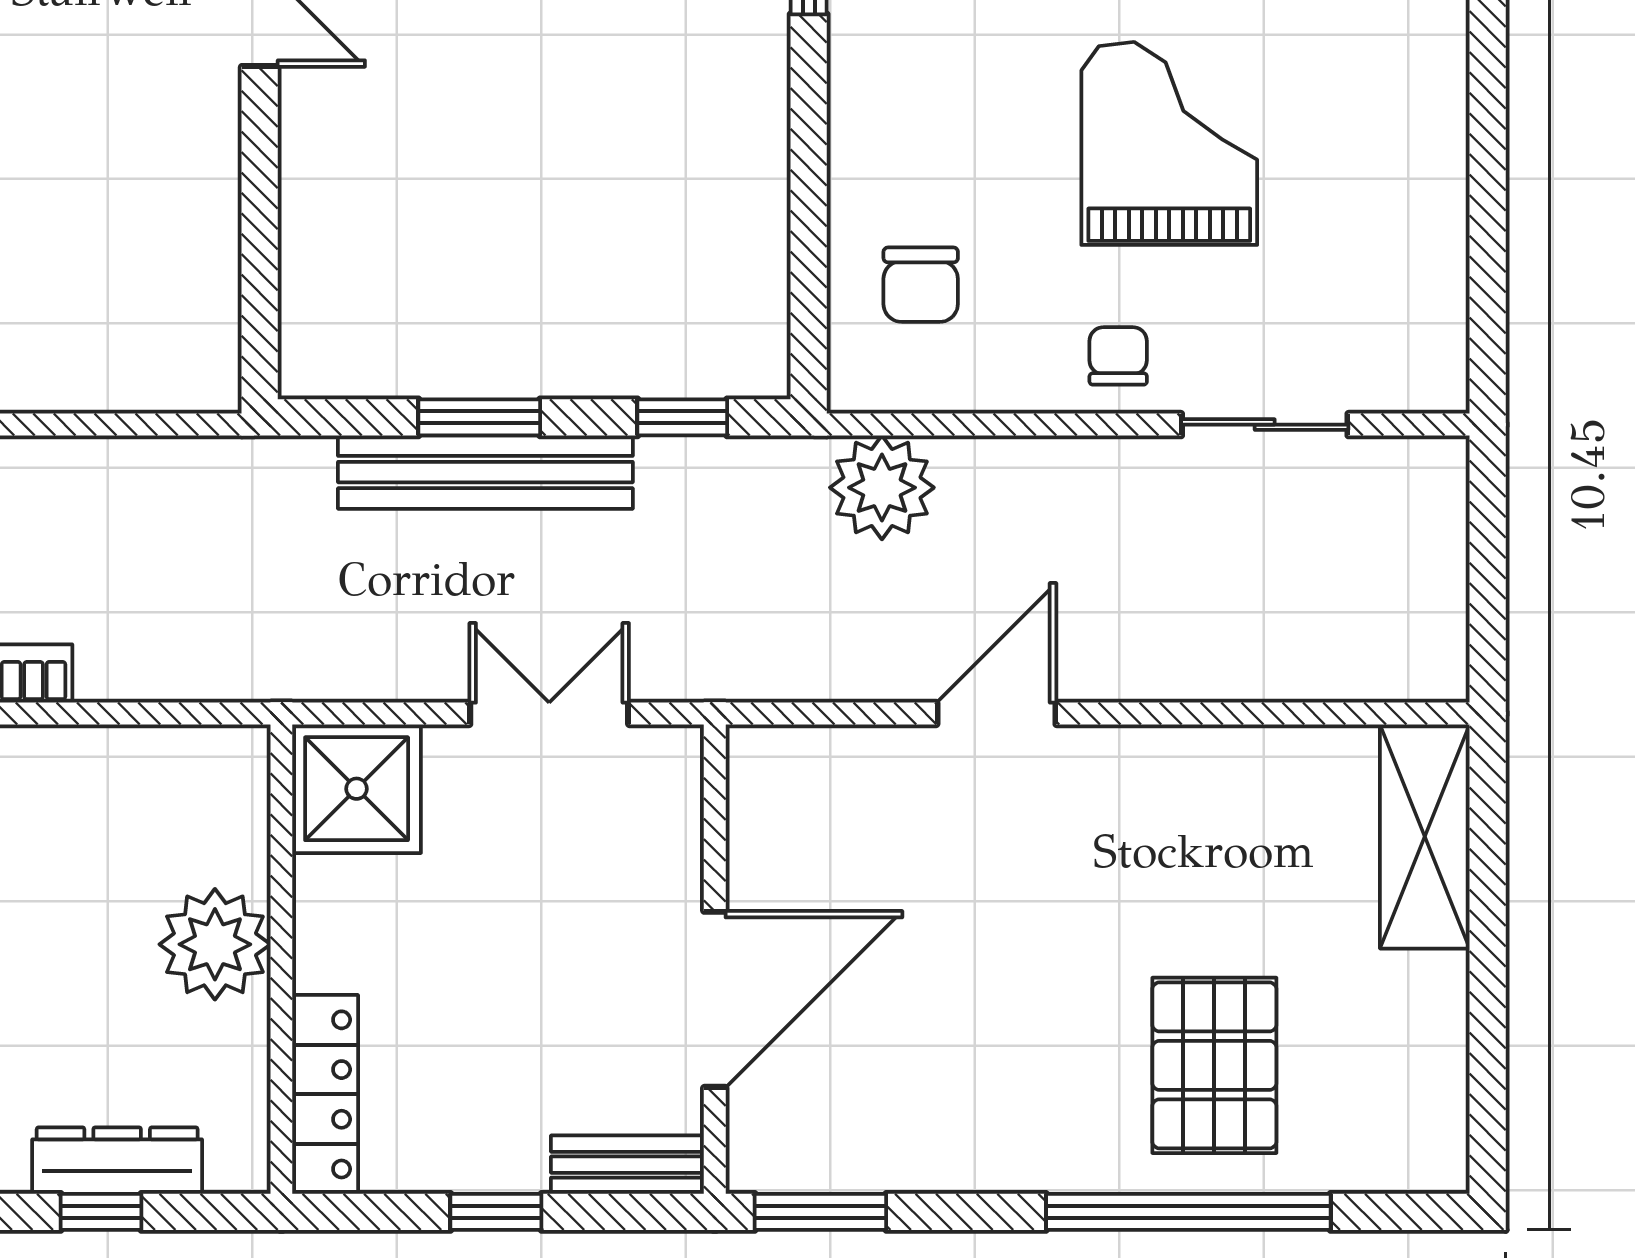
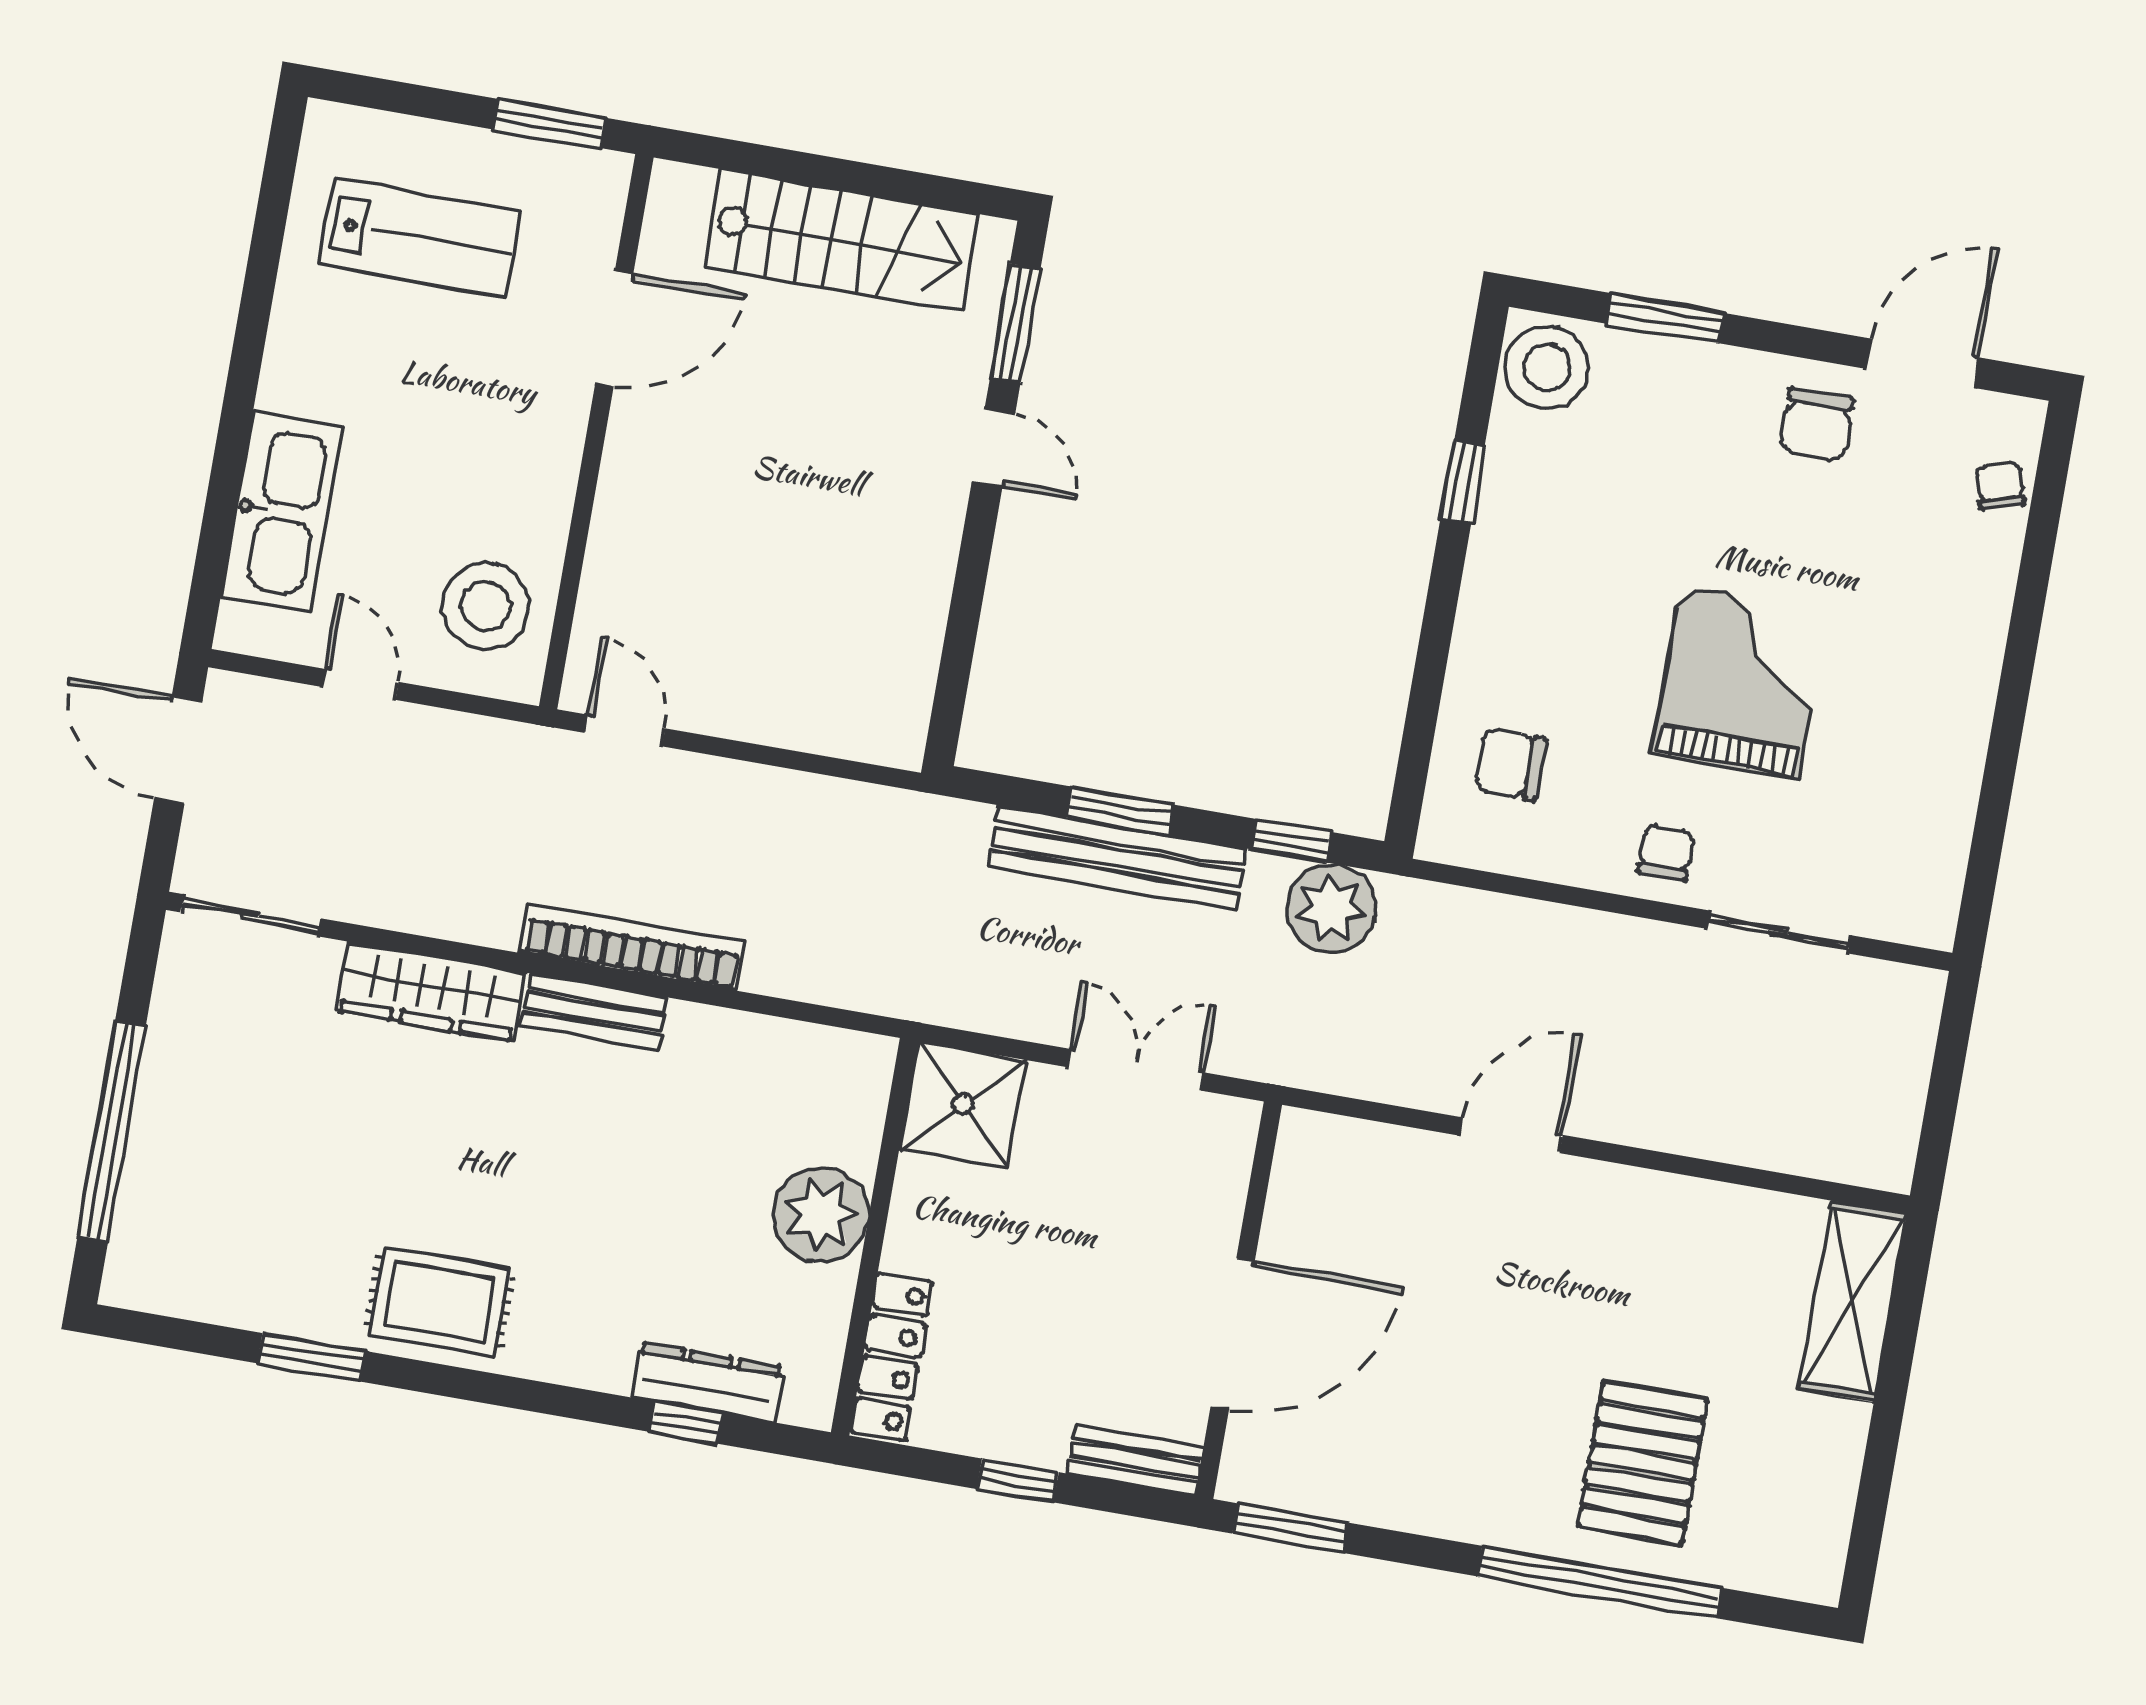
chair: (921, 285) -> (1510, 764), turned 90
plant: (882, 488) -> (1331, 908), moved

